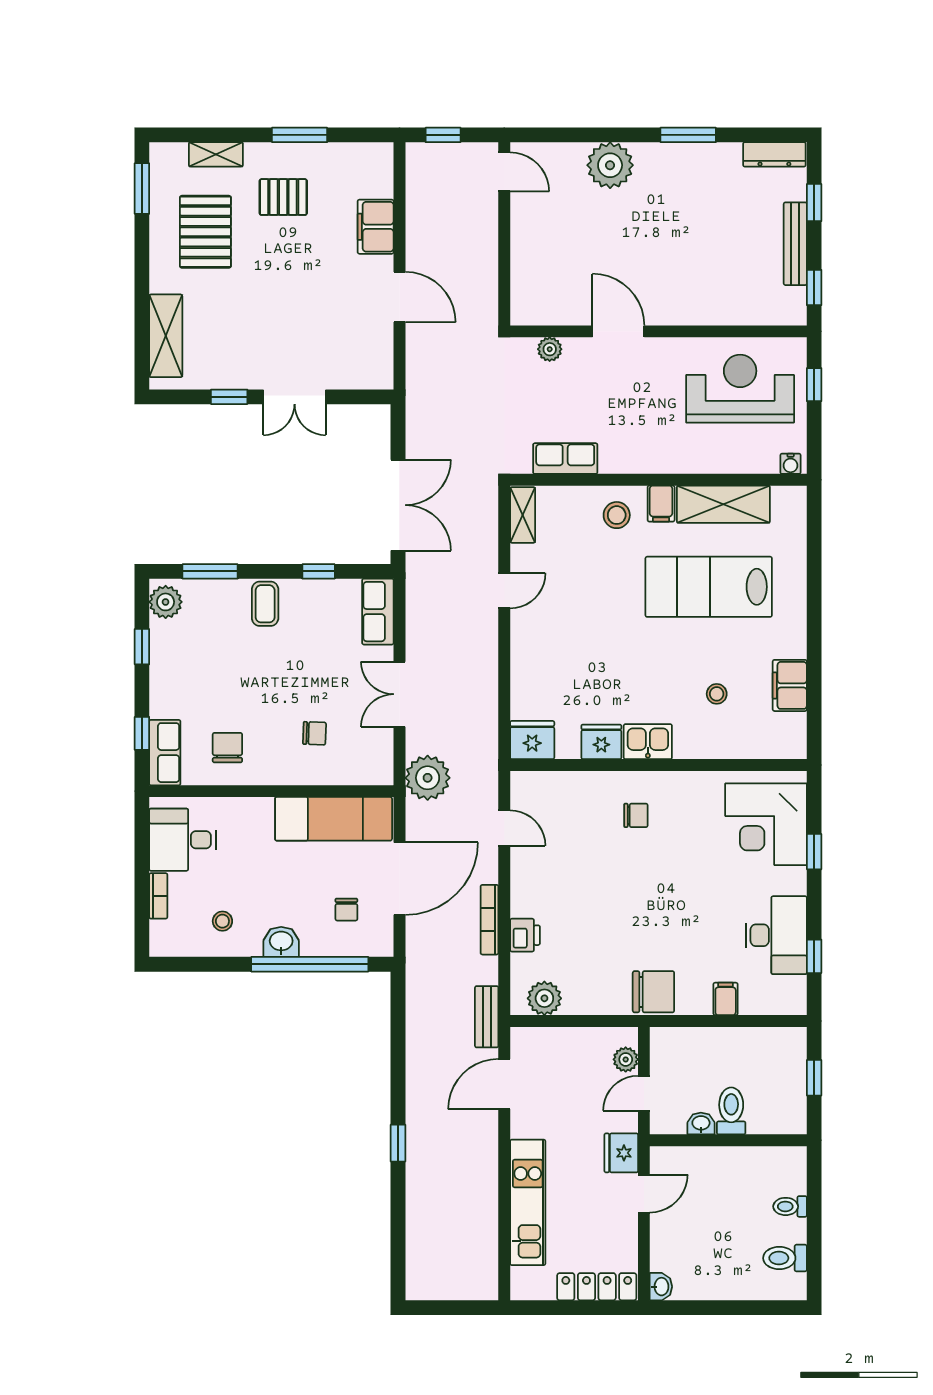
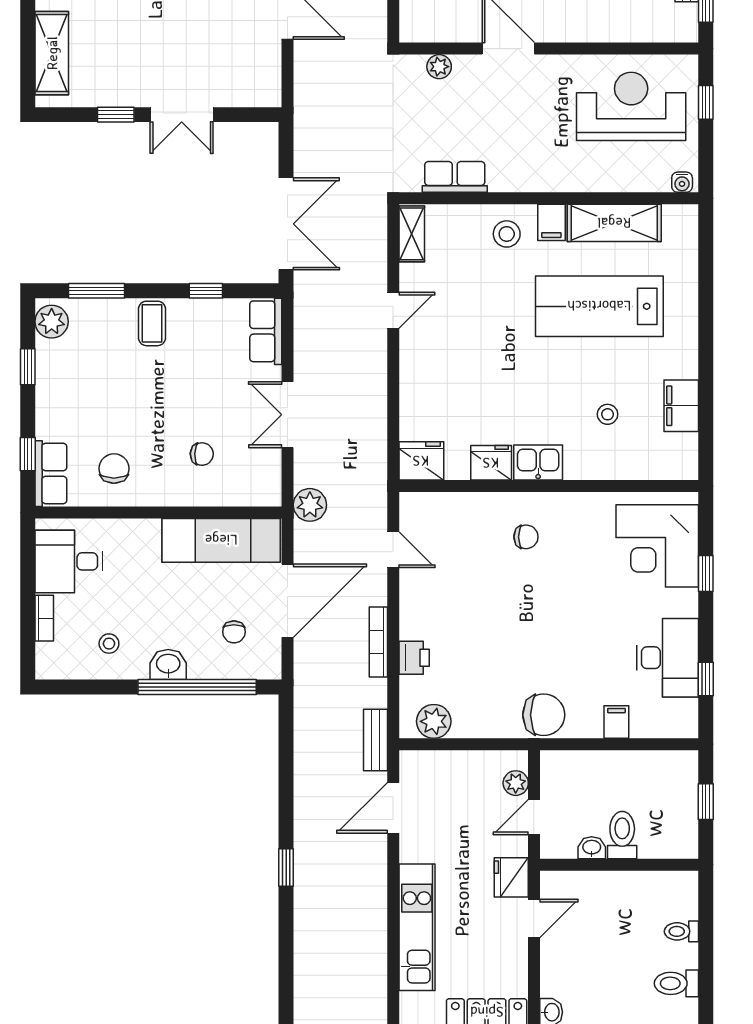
plant: (428, 778) -> (310, 505), width x0.73, depth x0.73

